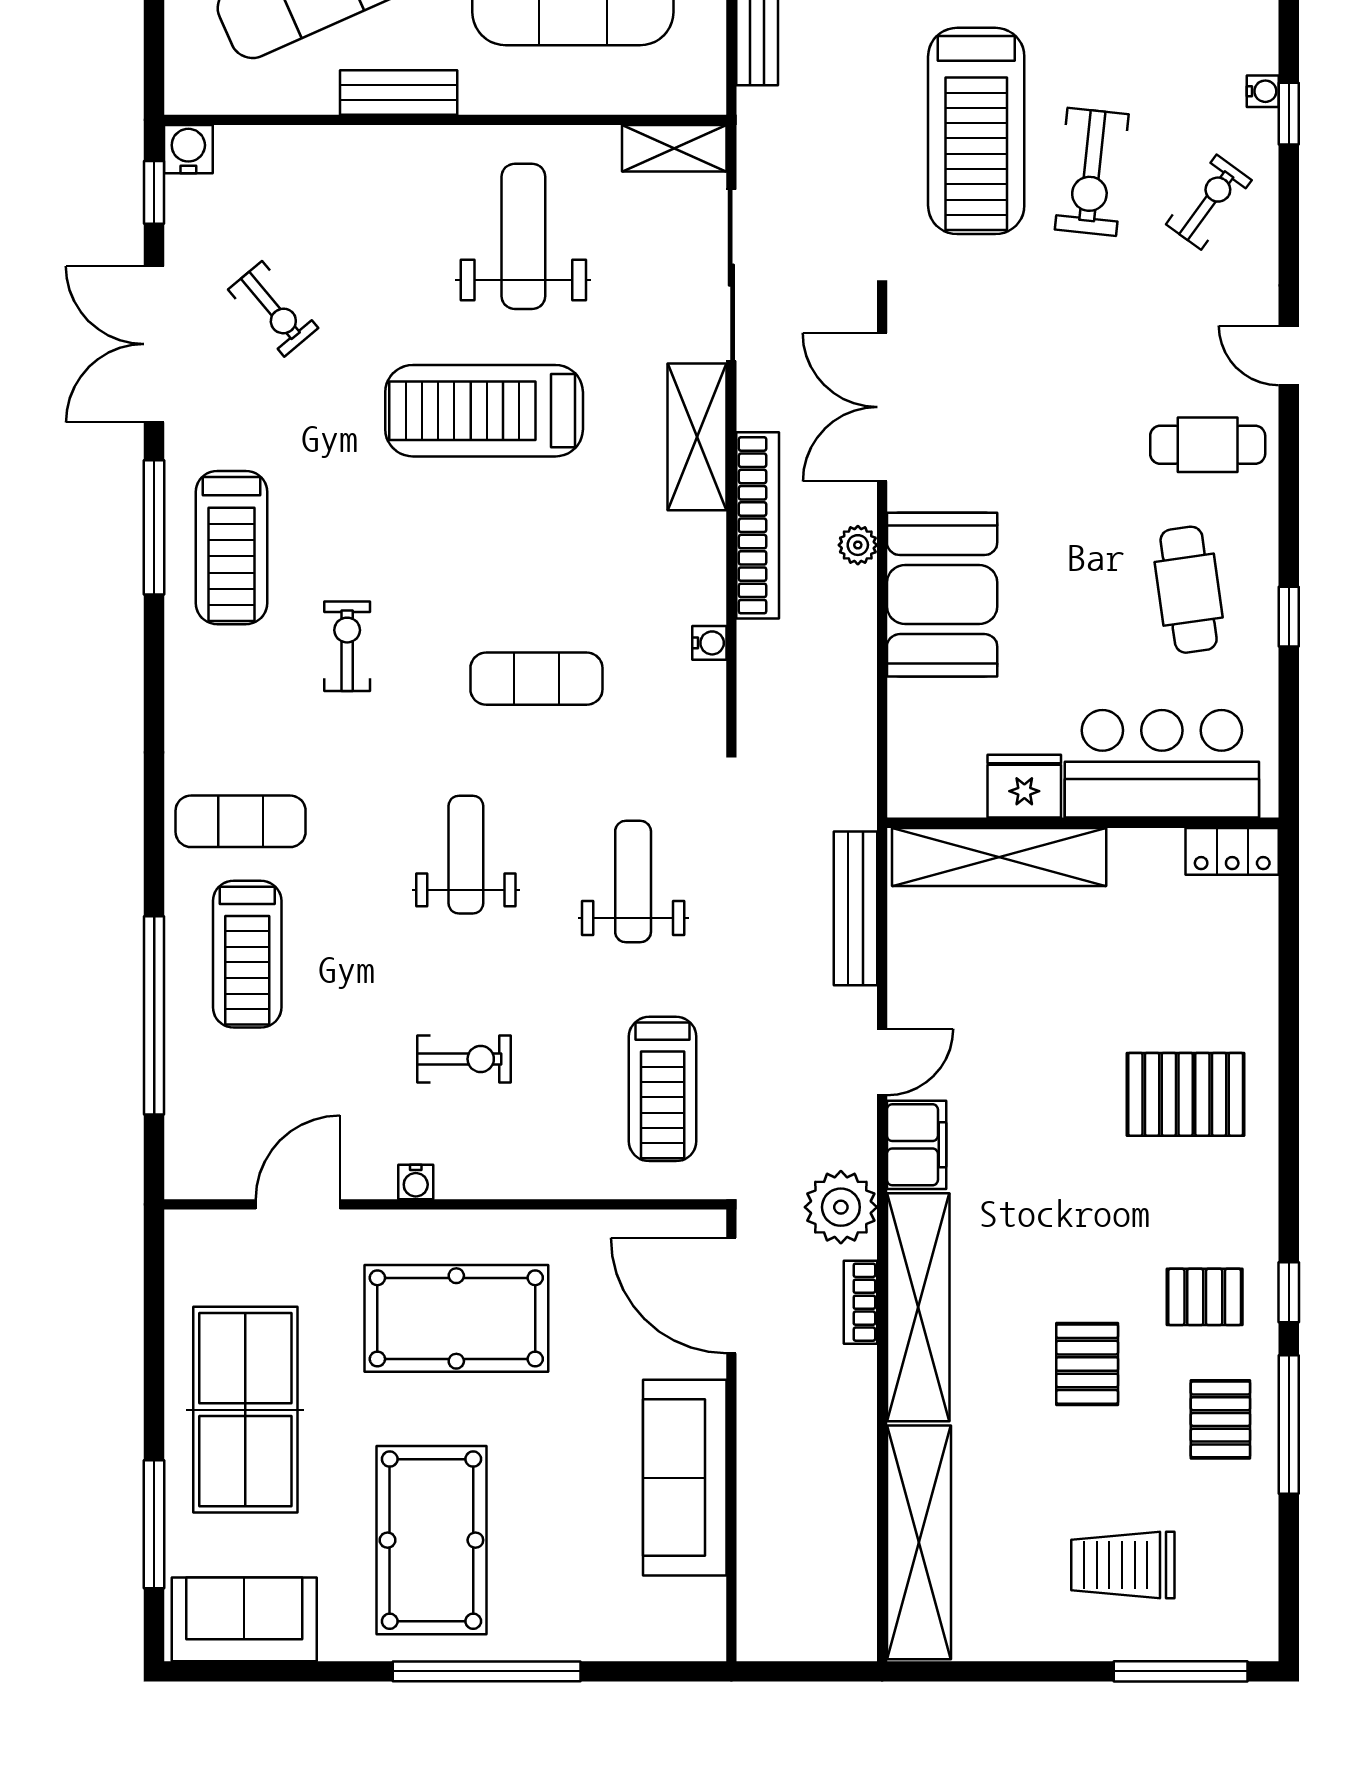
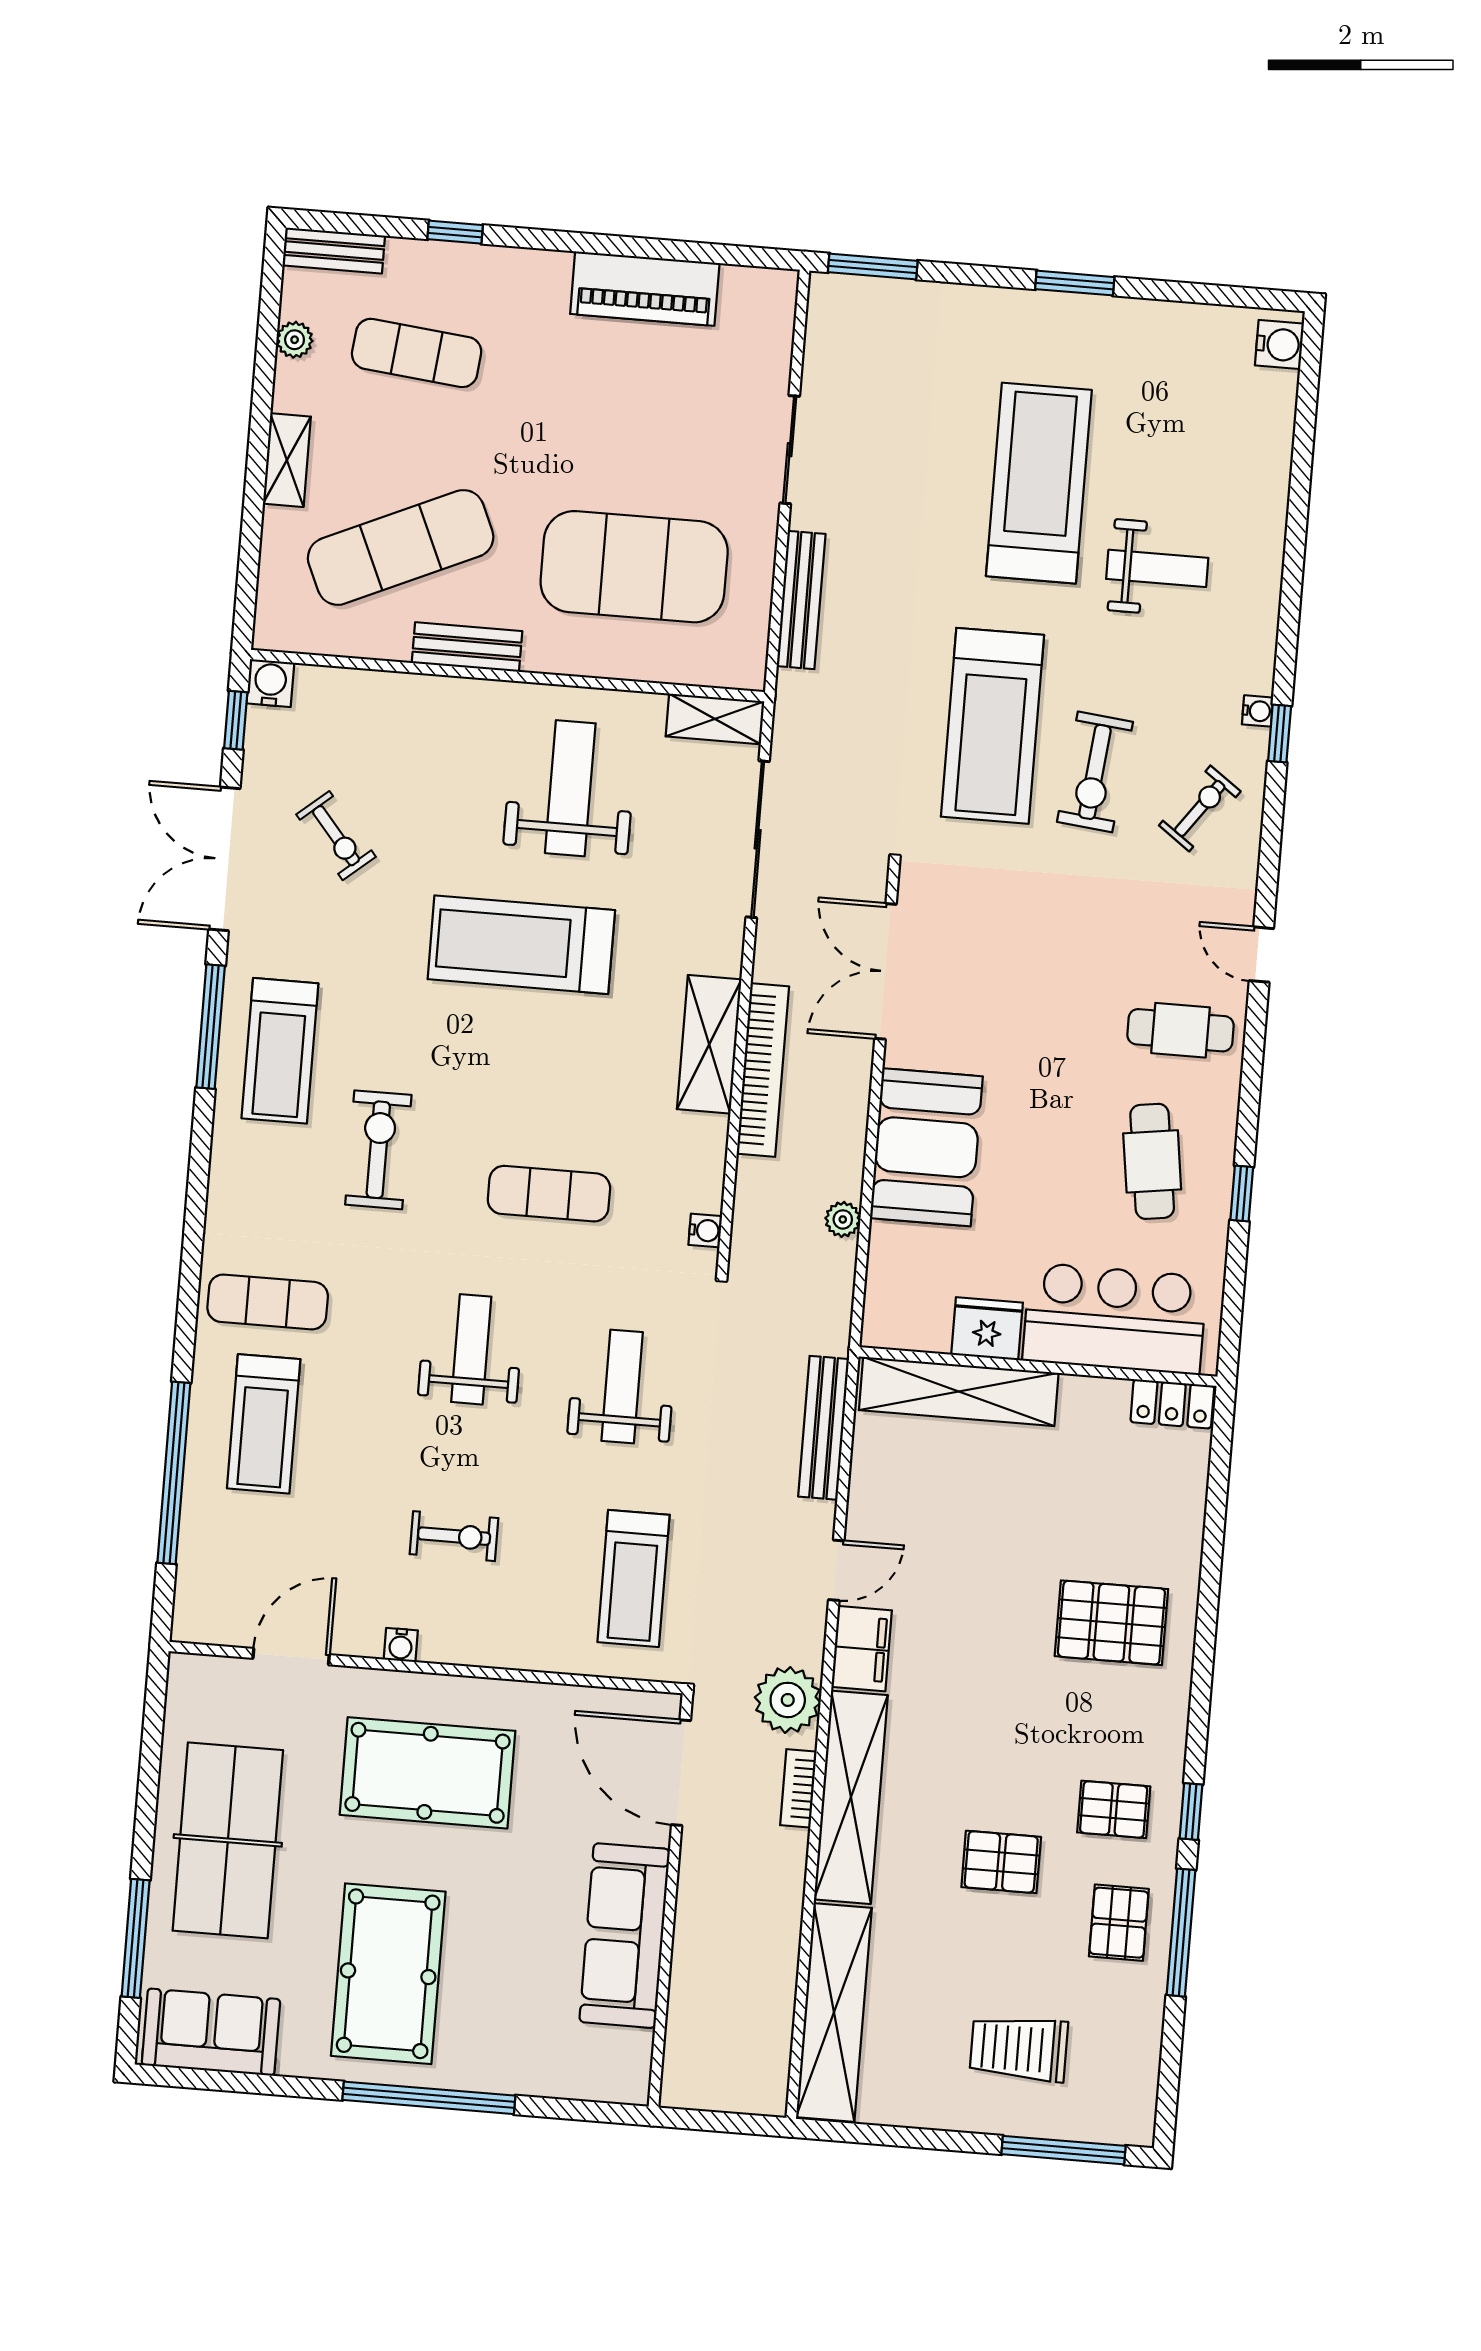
shelving: (697, 437) -> (709, 1044), moved
plant: (858, 545) -> (843, 1219), moved
water cooler: (709, 643) -> (705, 1230), moved
exercise bike: (347, 646) -> (378, 1150), width x1.38, depth x1.39
pallet: (1087, 1364) -> (1001, 1862), turned 90

